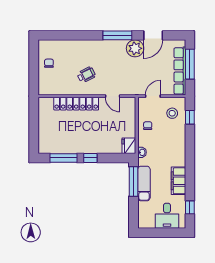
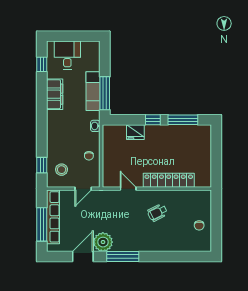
fridge: (129, 146) -> (135, 132), moved, turned 90

